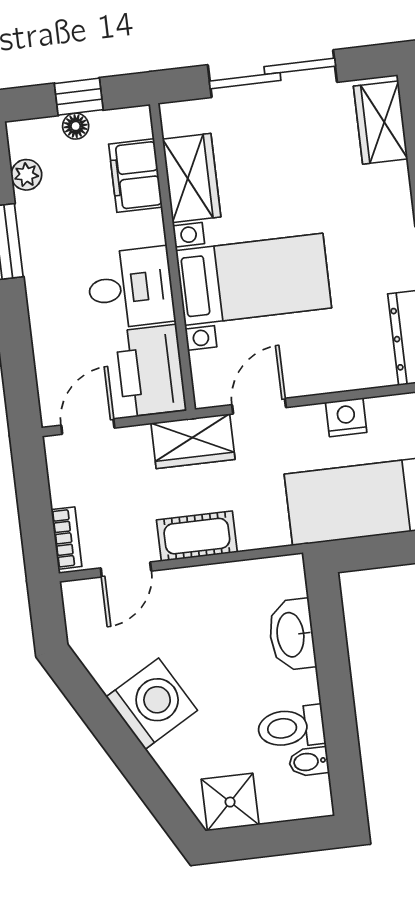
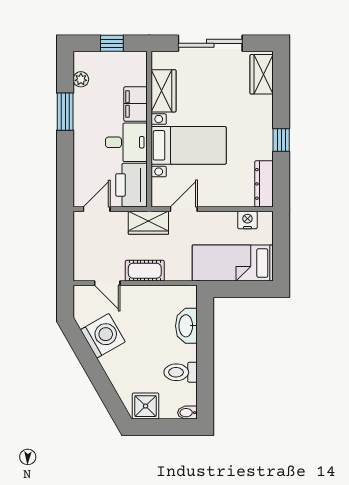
floor lamp: (76, 126) -> (108, 58), removed
filing cabinet: (136, 176) -> (136, 104), moved
nightstand: (346, 417) -> (247, 220), moved
bookcase: (66, 538) -> (79, 264), removed
door: (126, 570) -> (107, 283), hinge flipped
washing machine: (152, 704) -> (103, 336), moved
bidet: (309, 762) -> (187, 413), moved

